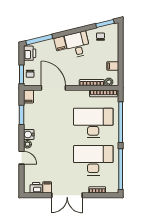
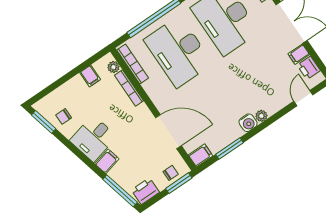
door: (53, 88) -> (169, 132), swing flipped
door: (22, 158) -> (303, 98), moved

